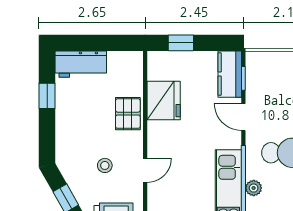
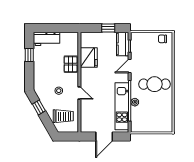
window: (181, 43) -> (108, 28), moved
door: (243, 117) -> (130, 66), hinge flipped
door: (145, 170) -> (79, 93), hinge flipped

